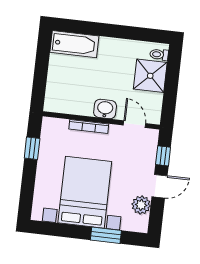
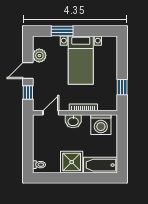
shower: (150, 76) -> (72, 162), moved
washing machine: (67, 100) -> (101, 125), added
door: (134, 124) -> (51, 113), swing flipped
bed with nightstands: (85, 192) -> (81, 60), width x0.73

